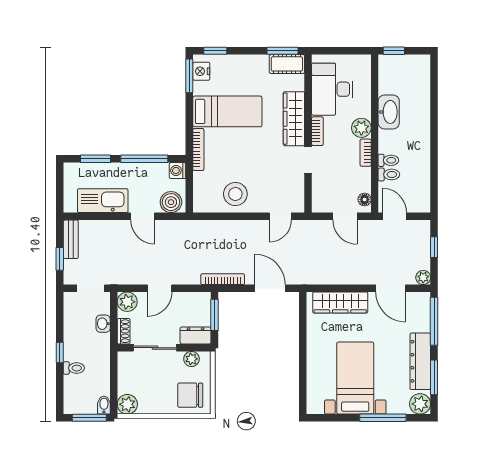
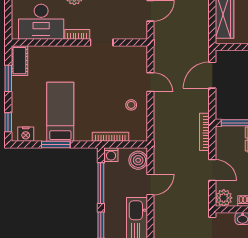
window: (283, 51) -> (8, 78), moved
window: (189, 76) -> (56, 144), moved
wardrobe: (294, 119) -> (66, 55), removed
bookcase: (198, 150) -> (110, 137), moved
stool: (235, 194) -> (131, 105), width x0.53, depth x0.53
door: (280, 216) -> (150, 82), moved
bookcase: (223, 279) -> (204, 132), moved

